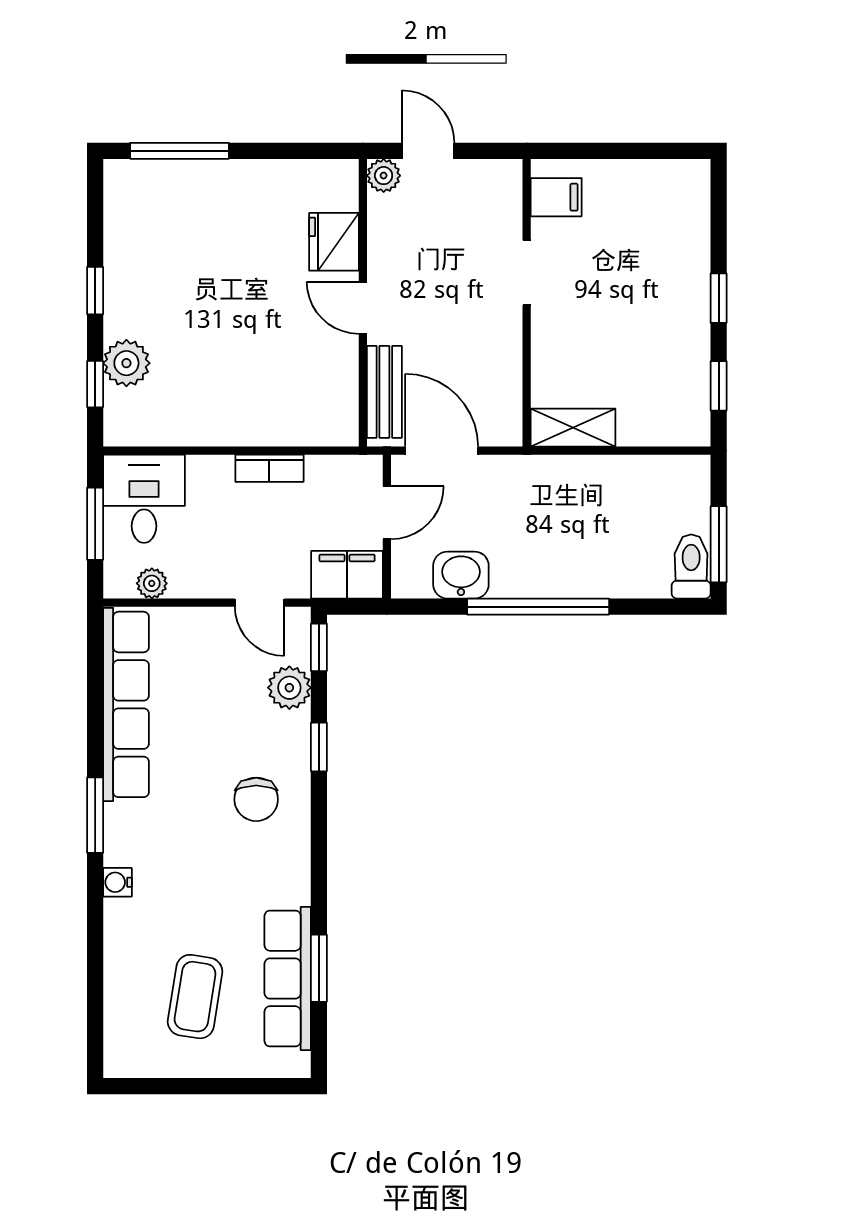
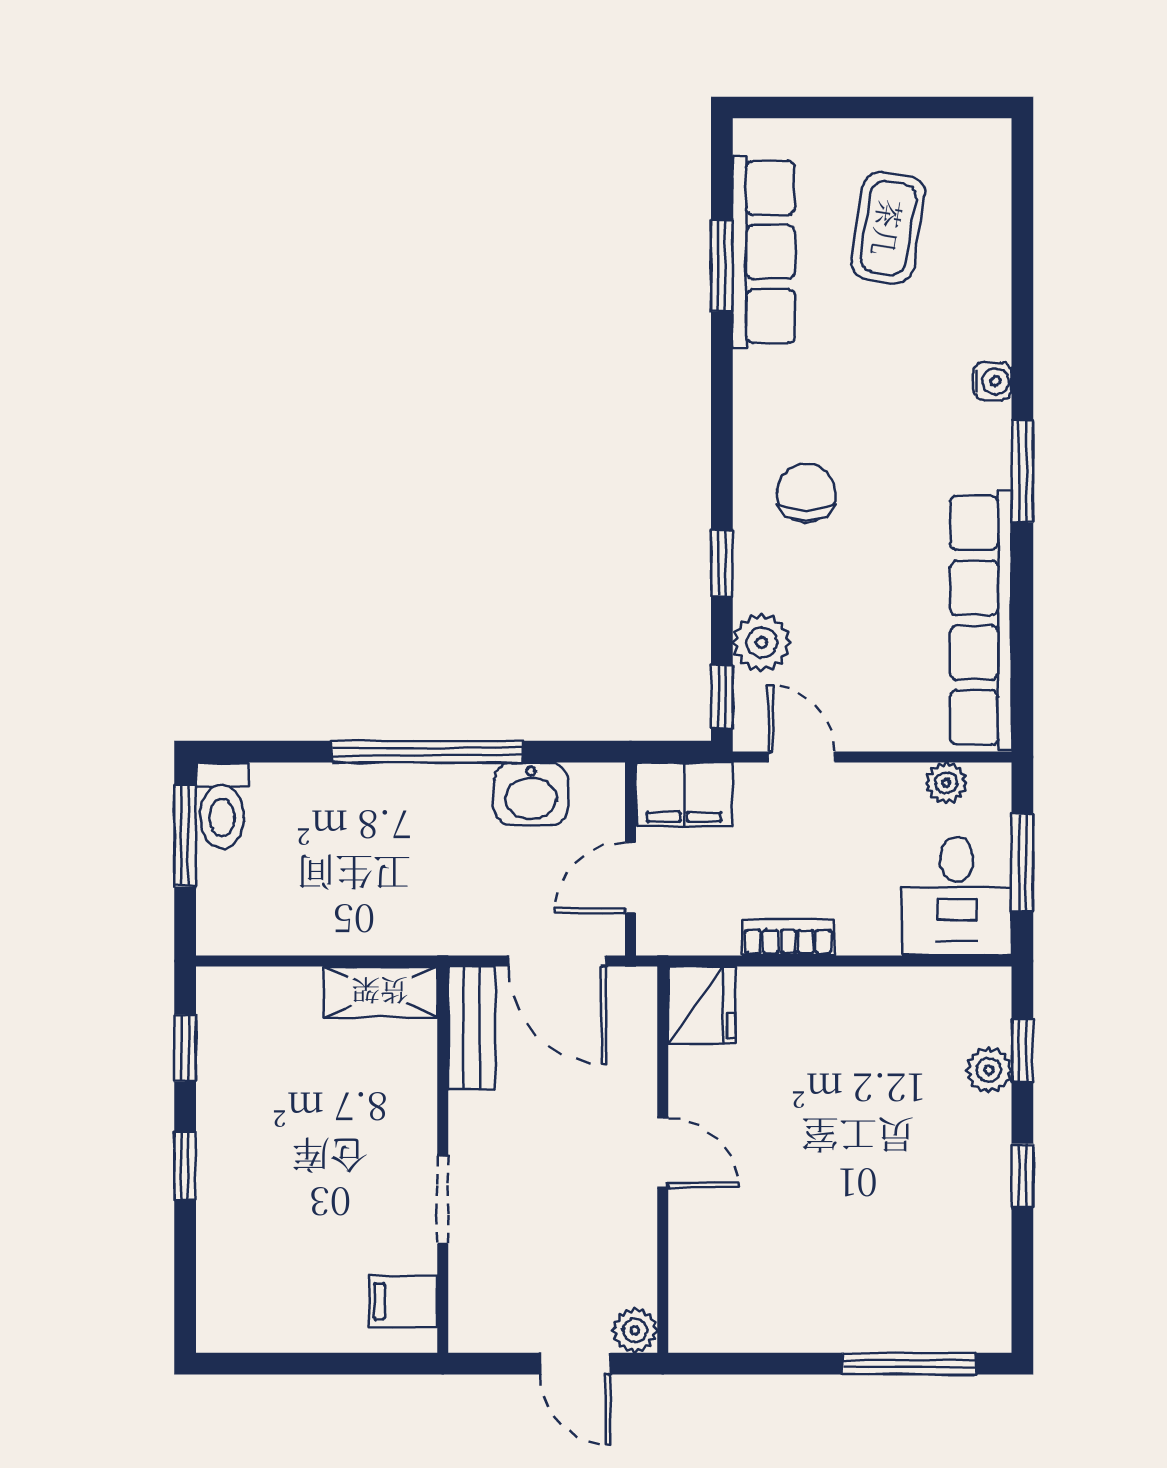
fridge: (334, 242) -> (702, 1005), moved
plant: (126, 363) -> (989, 1070), width x0.73, depth x0.73
bench: (384, 392) -> (472, 1028), moved

